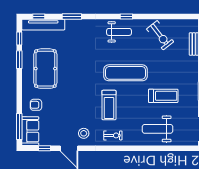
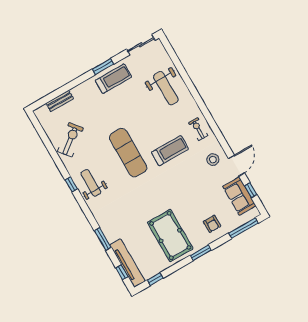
window: (19, 60) -> (201, 253), moved
pool table: (45, 69) -> (170, 235), turned 90
treadmill: (163, 96) -> (113, 79), moved, turned 90
sofa: (30, 131) -> (239, 196), moved, turned -90

